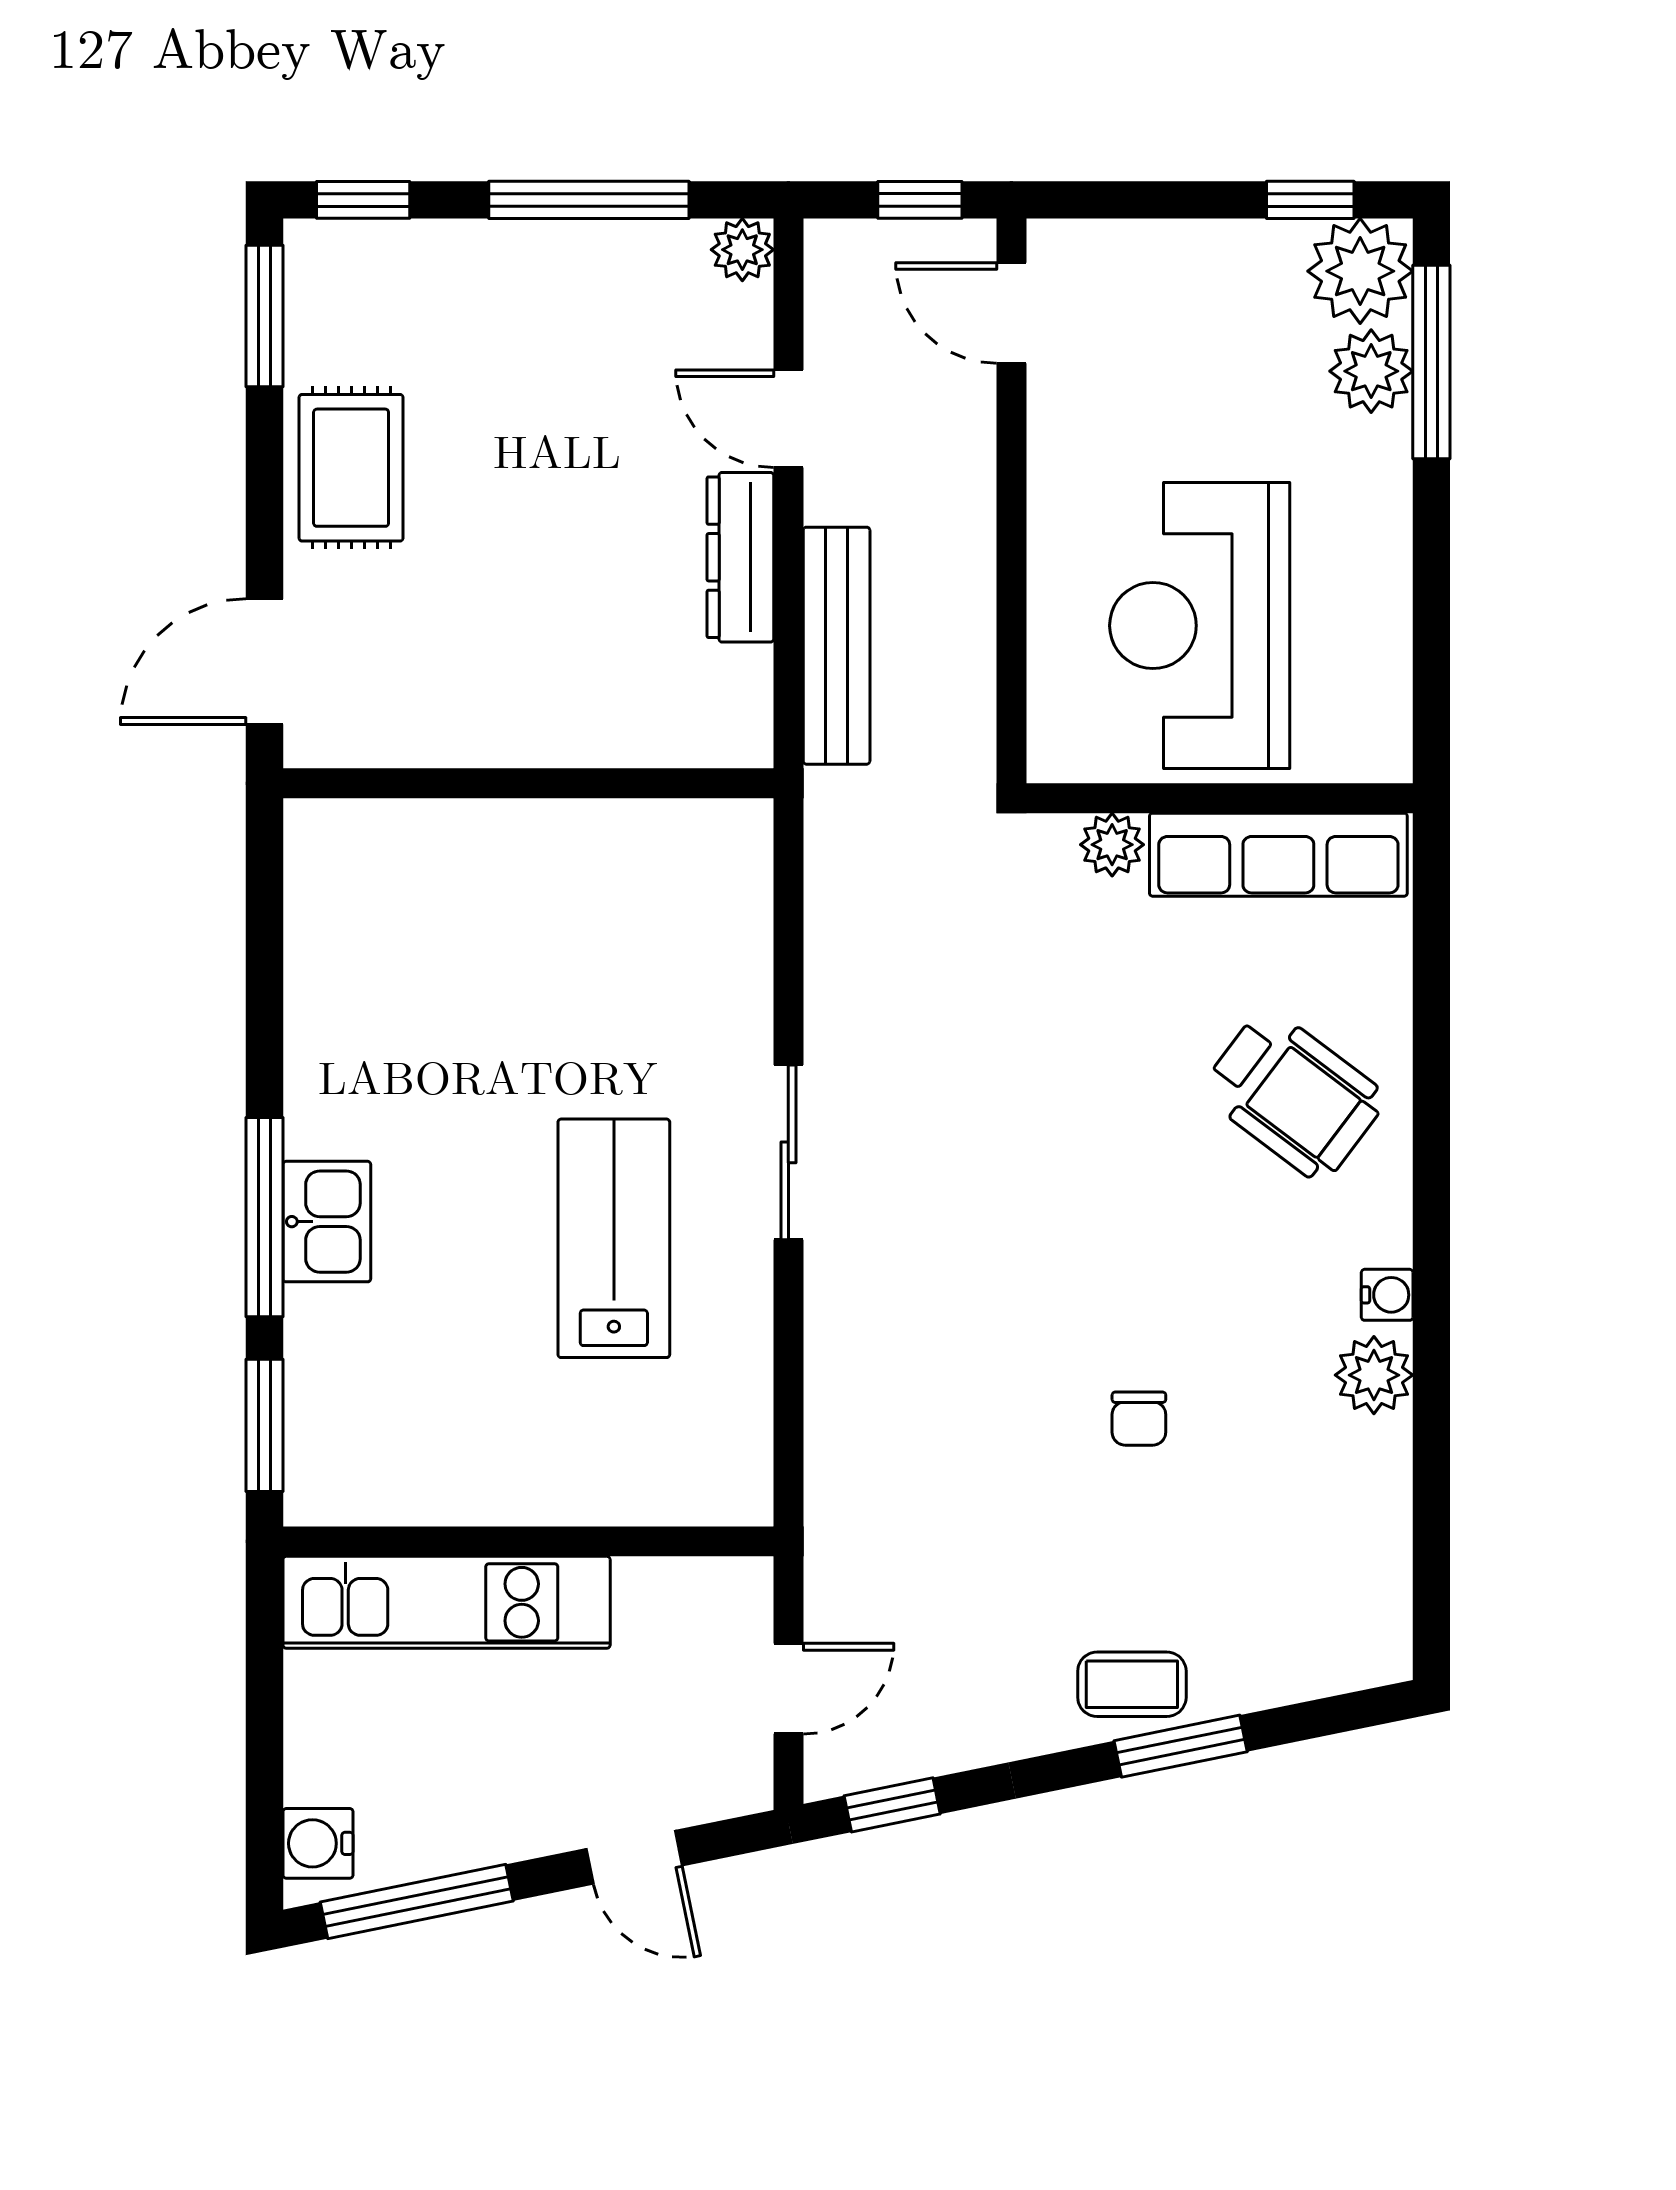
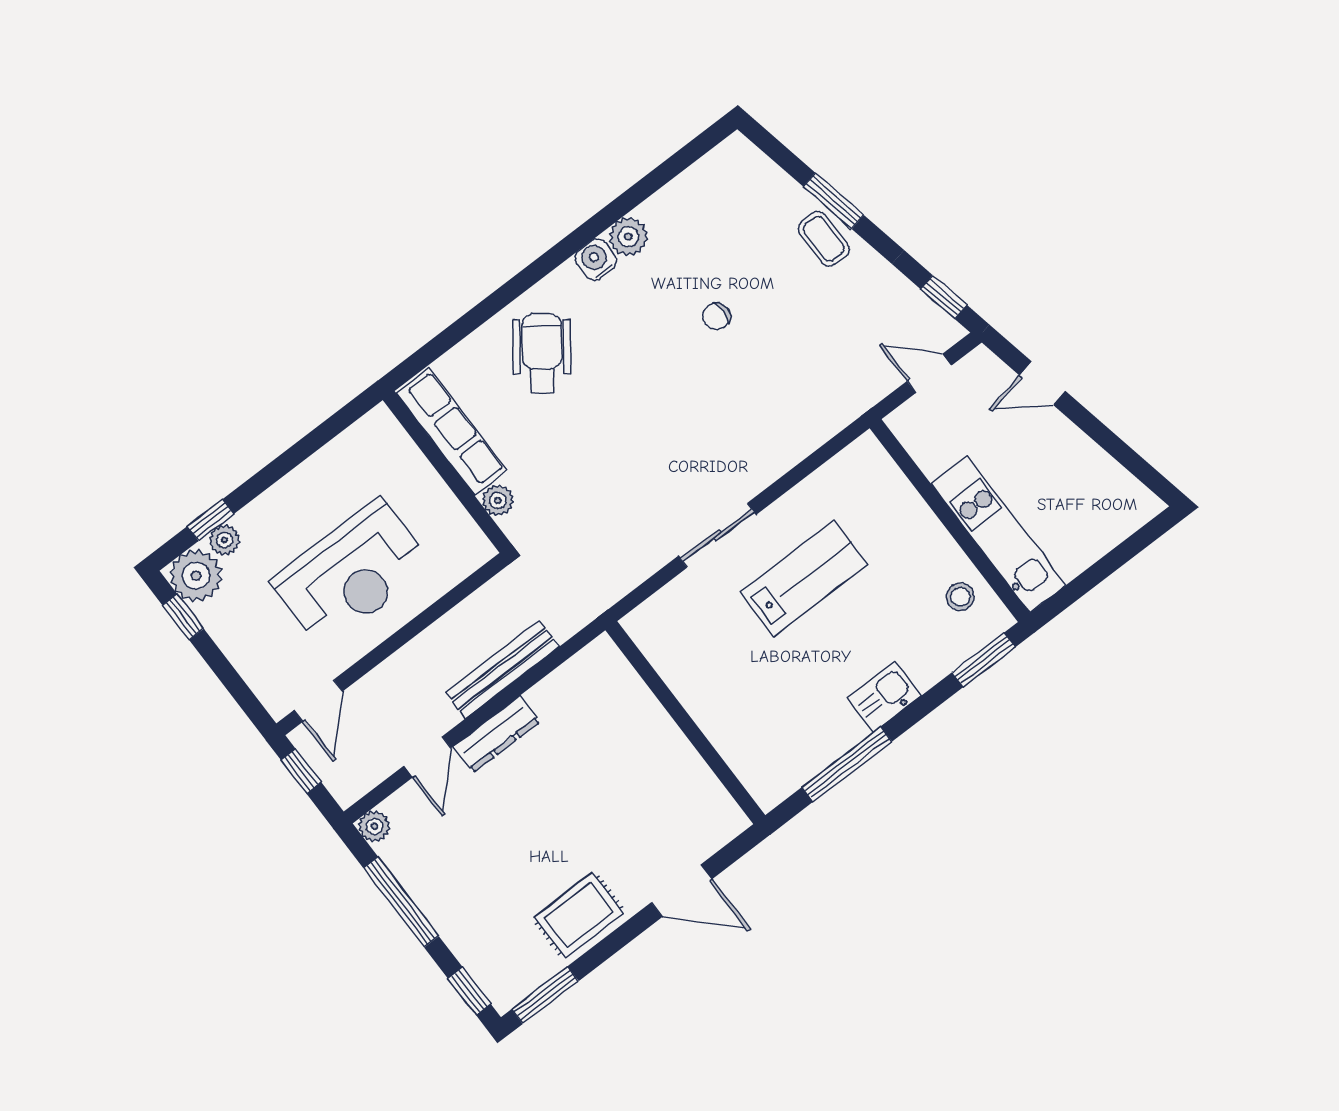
window: (1431, 362) -> (211, 520), width x0.46
plant: (1371, 371) -> (224, 540), width x0.73, depth x0.73
reception desk: (1200, 626) -> (352, 573), moved
wall: (528, 783) -> (685, 723), moved
window: (264, 1217) -> (847, 764), moved
lab bench: (614, 1238) -> (804, 578), turned 180
water cooler: (1387, 1295) -> (596, 259), width x1.38, depth x1.38
chair: (1139, 1419) -> (717, 316), turned 180
stool: (394, 1465) -> (960, 597), added
water cooler: (318, 1843) -> (1133, 512), removed
door: (634, 1857) -> (1042, 383), swing flipped
window: (417, 1901) -> (1126, 456), removed

